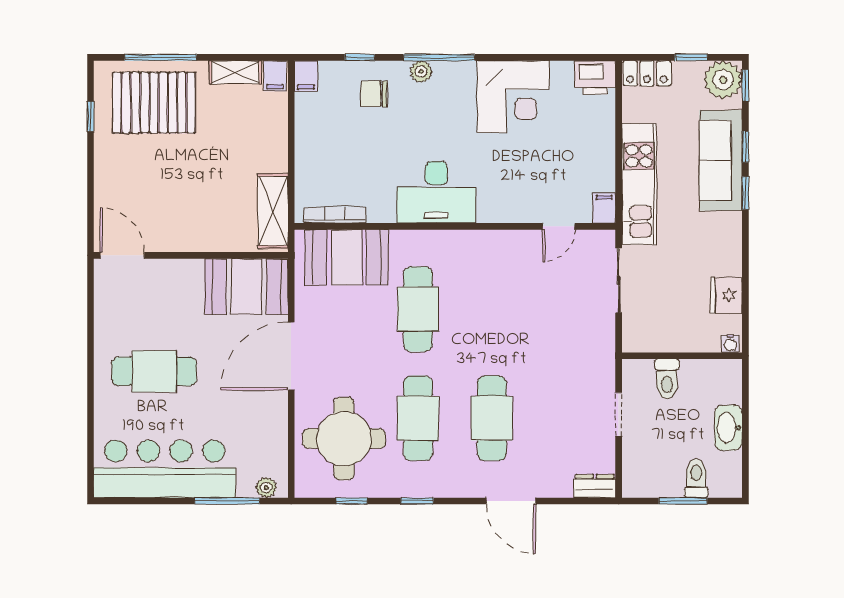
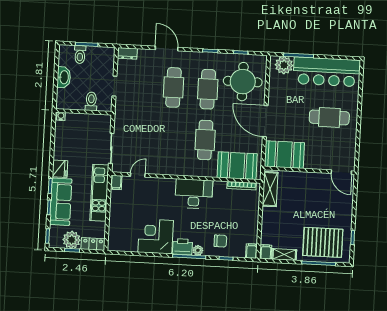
printer: (595, 78) -> (182, 247), moved
plant: (723, 80) -> (72, 240), moved
fridge: (726, 295) -> (60, 169), moved
door: (291, 356) -> (265, 121), swing flipped
plant: (266, 487) -> (284, 65), width x1.88, depth x1.88

